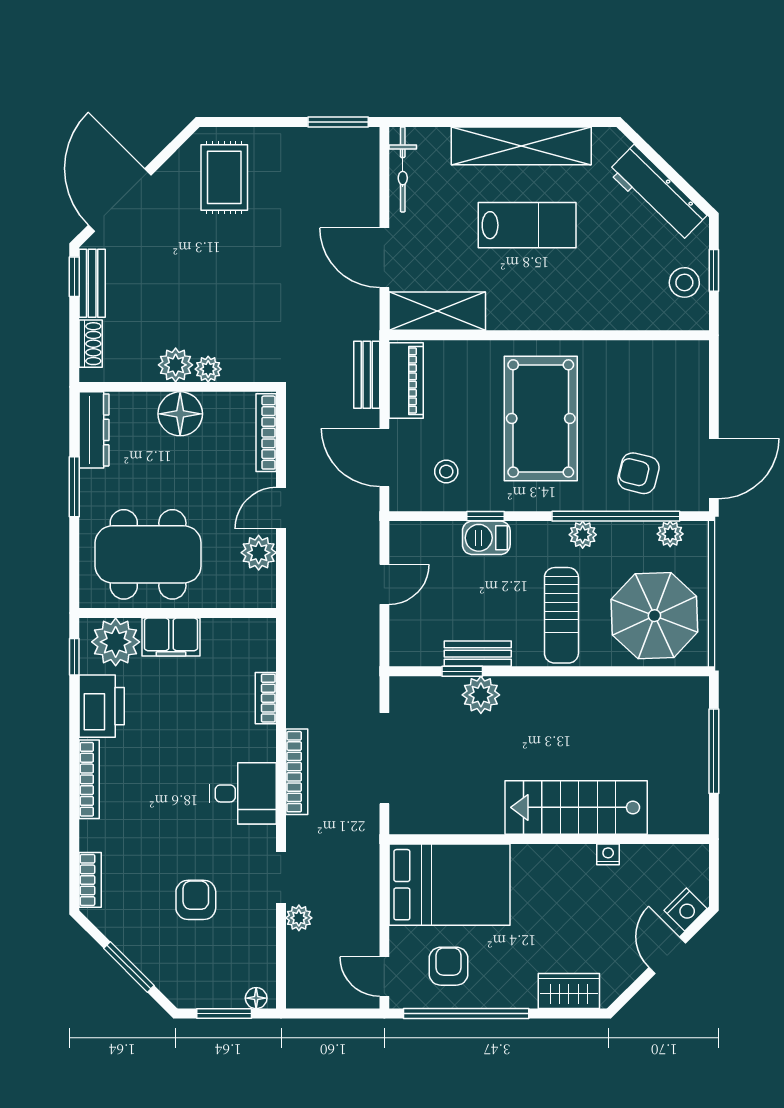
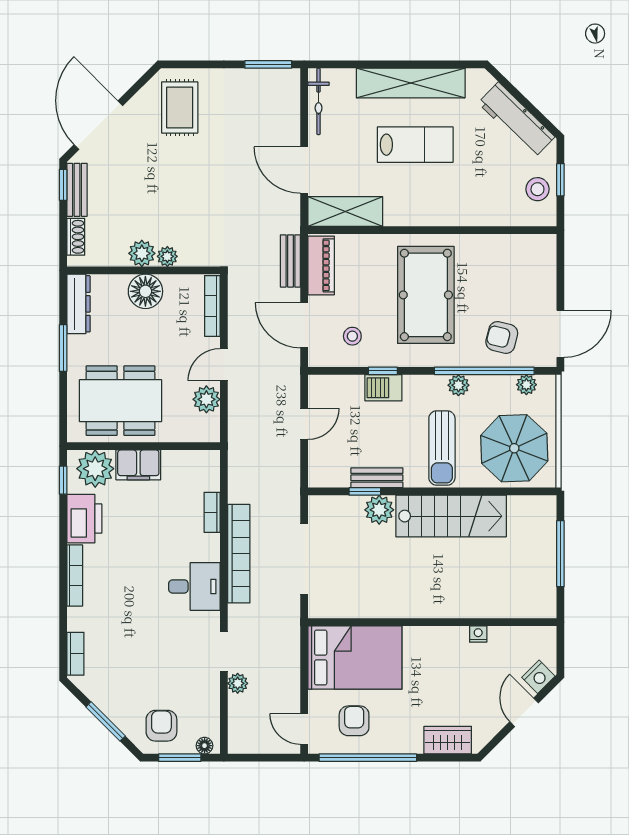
bookcase: (297, 772) -> (239, 554), width x1.48, depth x1.31
stairs: (576, 807) -> (451, 516), moved, turned 180
armchair: (196, 900) -> (161, 726), moved

